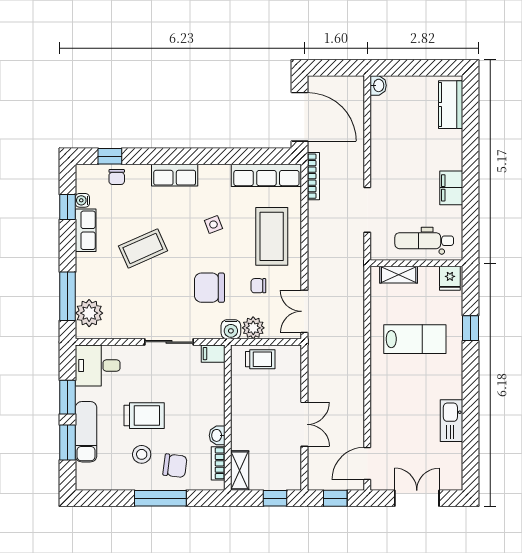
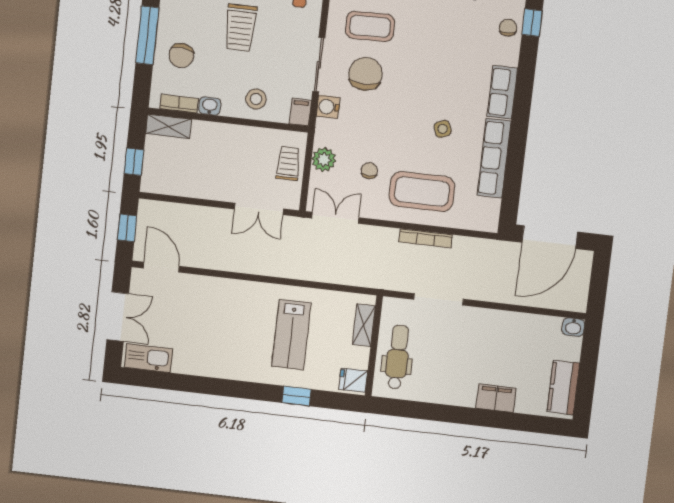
kitchen counter: (451, 105) -> (563, 387), moved, turned -90
row of seats: (266, 175) -> (494, 158), moved
bookcase: (313, 176) -> (426, 238), moved
chair: (117, 177) -> (508, 28), turned 86
filing cabinet: (451, 188) -> (496, 398), moved
coffee table: (143, 248) -> (370, 26), moved, turned -67
chair: (209, 288) -> (366, 74), moved
water cooler: (231, 329) -> (328, 107), moved
trolley: (260, 359) -> (288, 163), turned 180
kitchen sink: (451, 421) -> (149, 358), moved
double door: (304, 424) -> (259, 209), moved
stool: (142, 454) -> (256, 99), moved

